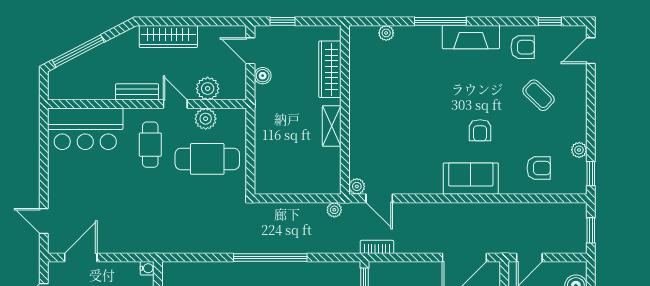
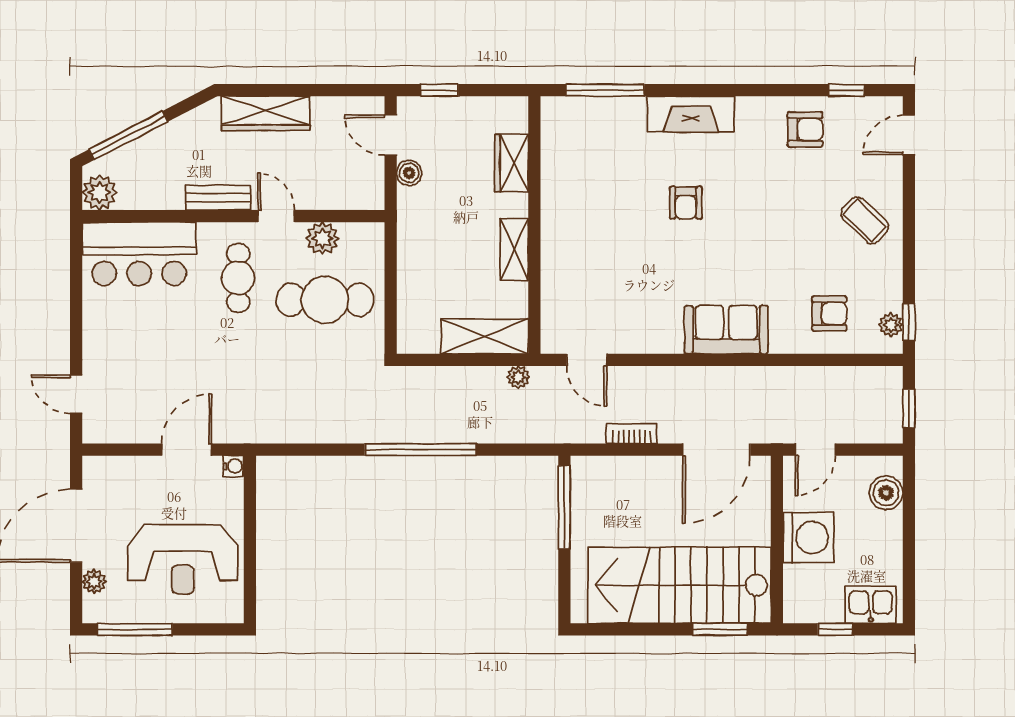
window: (440, 21) -> (605, 90), moved
plant: (386, 33) -> (597, 108), removed
fireplace: (471, 37) -> (691, 114), moved
wardrobe: (330, 69) -> (512, 163), width x0.67
plant: (208, 89) -> (100, 193), moved
coffee table: (539, 95) -> (865, 220), moved
armchair: (480, 130) -> (686, 203), moved
plant: (579, 150) -> (891, 325), moved
shelving: (312, 183) -> (485, 336), added
plant: (357, 186) -> (553, 342), removed
bookcase: (377, 247) -> (632, 434), moved
door: (81, 257) -> (187, 450), moved

